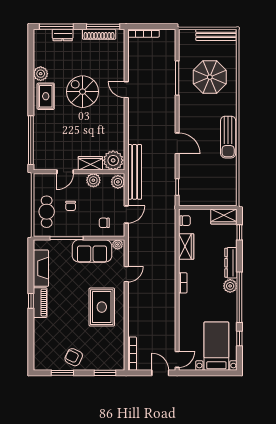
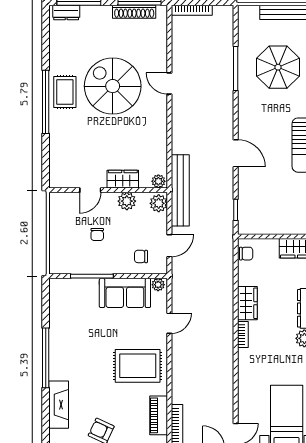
dresser: (63, 35) -> (66, 13), moved
plant: (41, 74) -> (58, 63), removed
spiral stairs: (83, 92) -> (113, 86), width x1.37, depth x1.37
window: (31, 140) -> (46, 102), moved
plant: (113, 160) -> (158, 181), width x0.53, depth x0.53
cafe table: (47, 212) -> (66, 242), removed
wardrobe: (186, 247) -> (247, 303), moved
fireplace: (41, 268) -> (59, 405), moved
window: (31, 301) -> (46, 358), width x3.17
piano: (40, 303) -> (159, 415), moved, turned 180
rug: (102, 307) -> (138, 366), turned 90

